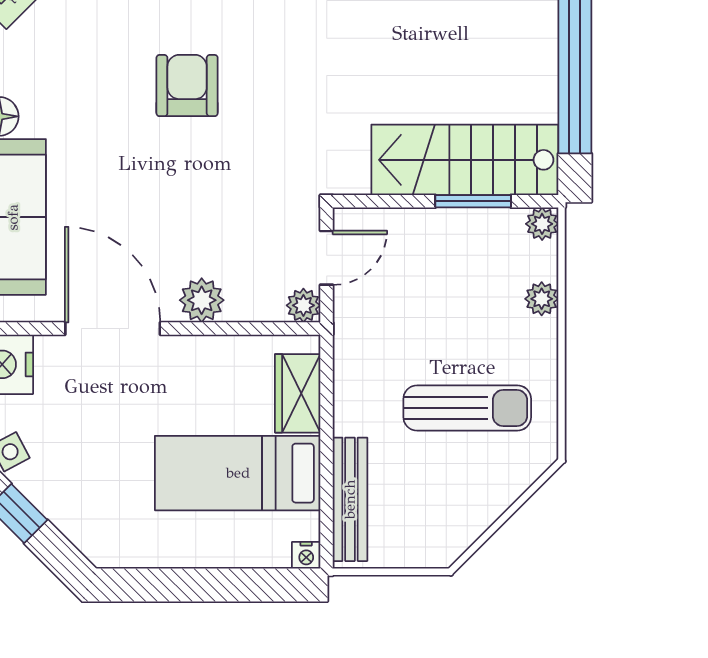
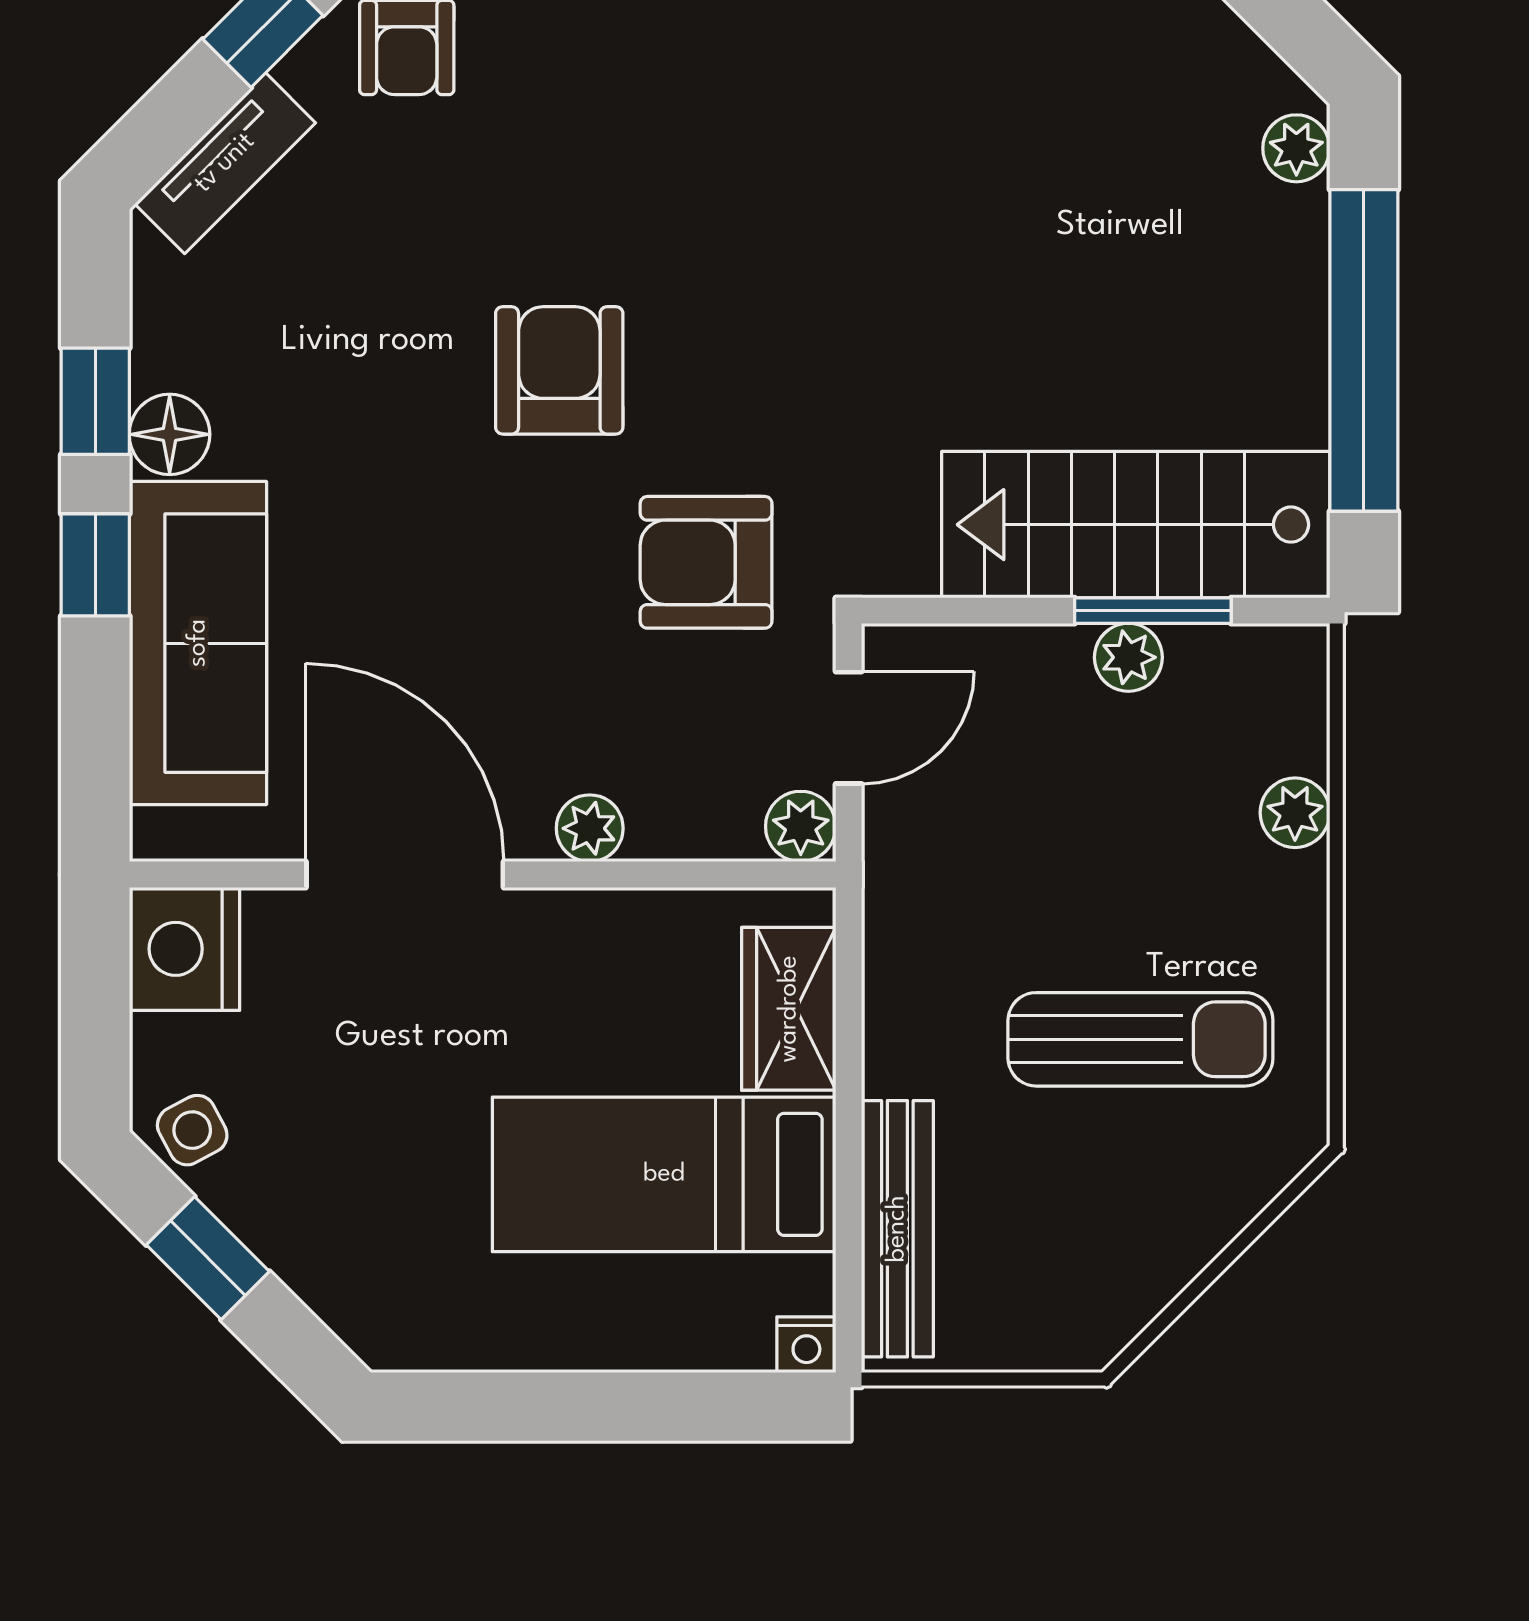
armchair: (258, 178) -> (706, 562), added
plant: (542, 224) -> (1128, 657), moved
plant: (202, 300) -> (590, 828), width x0.73, depth x0.73

